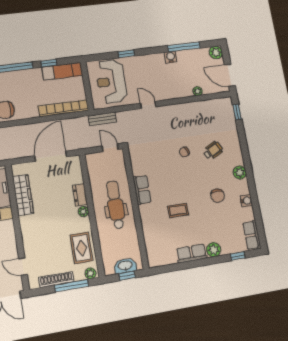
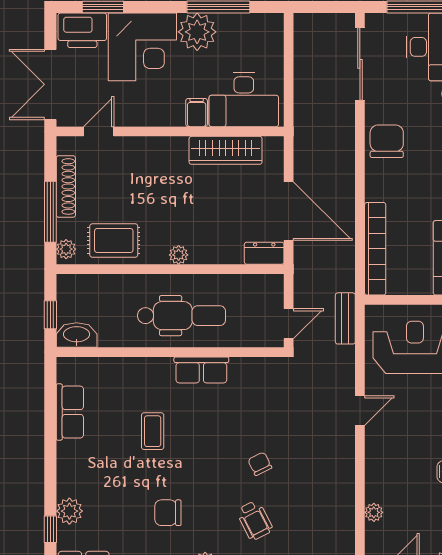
dresser: (80, 195) -> (264, 253), moved
plant: (214, 250) -> (69, 511), moved
row of seats: (191, 253) -> (70, 412), moved
washbasin: (125, 266) -> (77, 335), moved, turned -90

